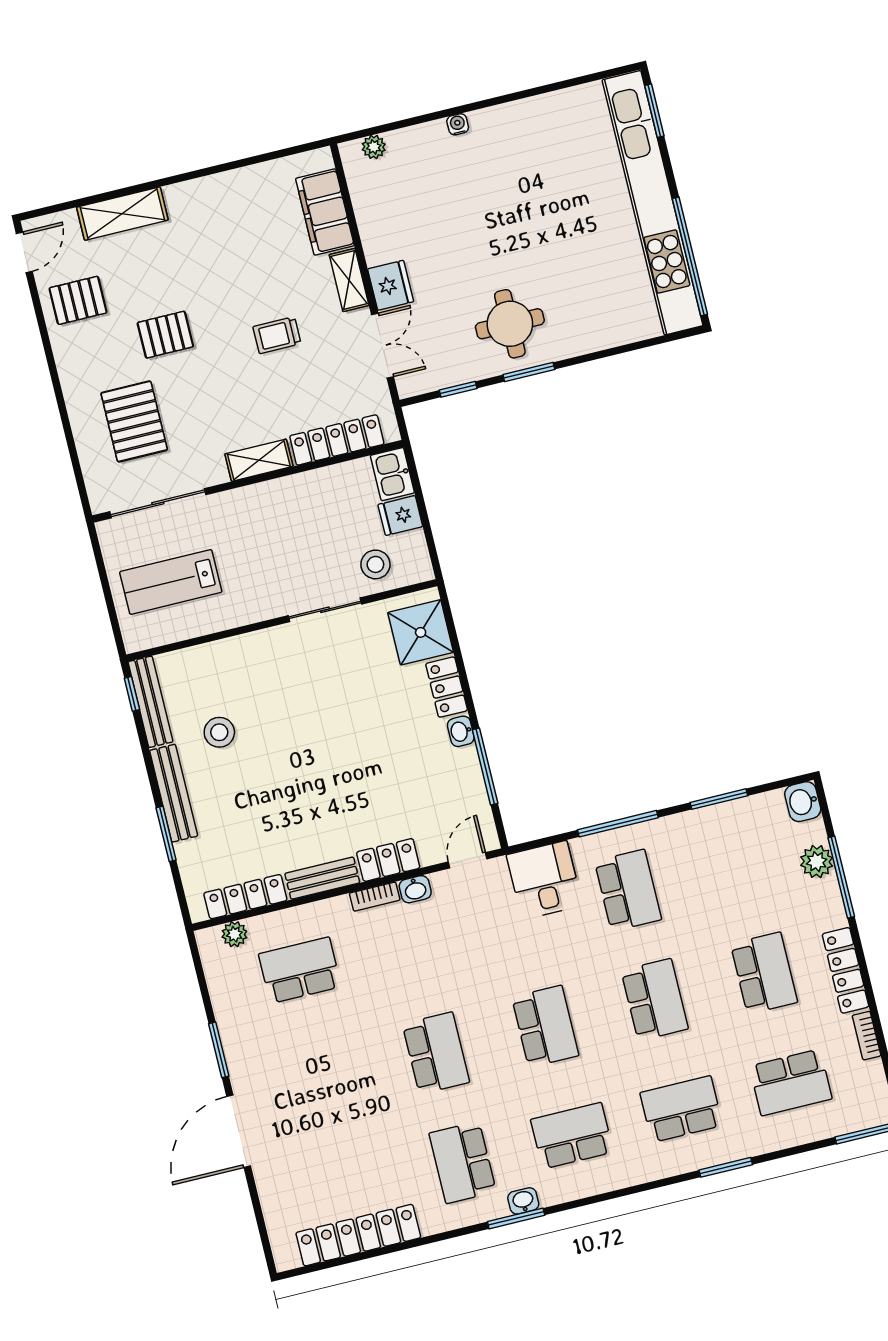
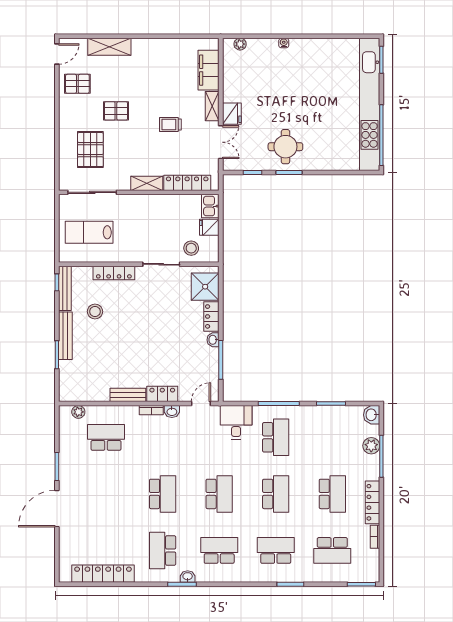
locker: (245, 897) -> (114, 273), moved, turned 180

